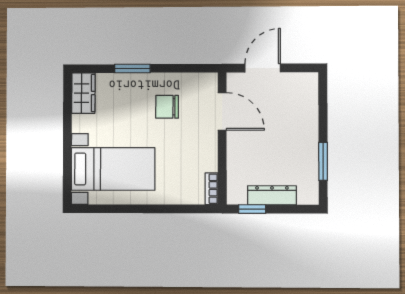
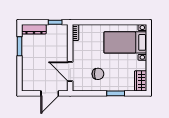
dresser: (272, 195) -> (34, 29), moved

